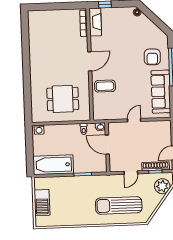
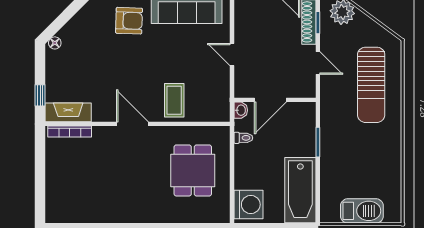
washing machine: (39, 130) -> (248, 205), width x1.89, depth x1.89

